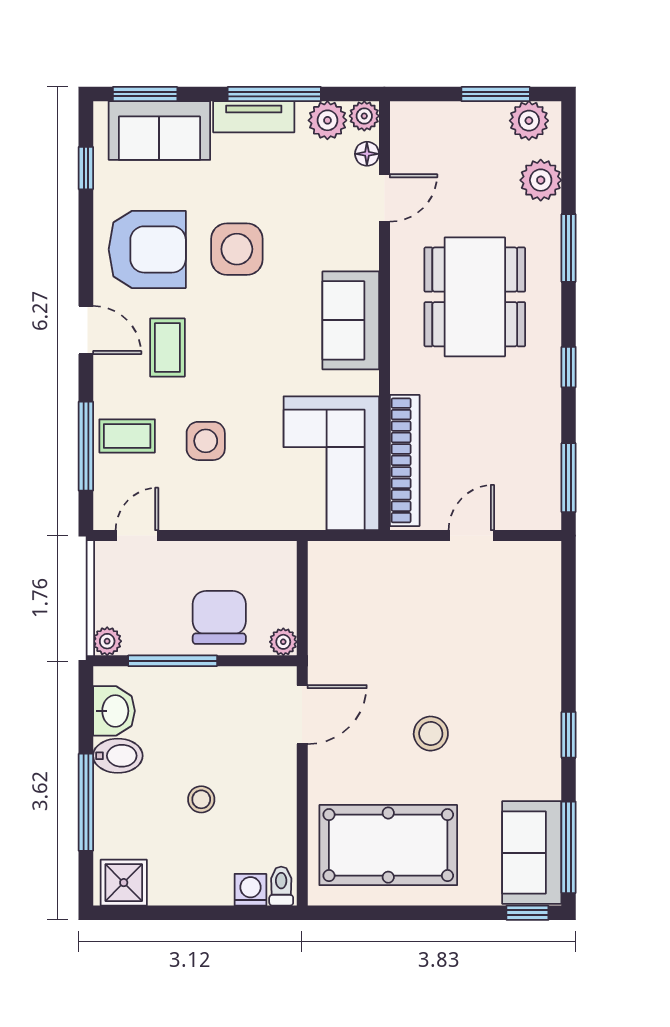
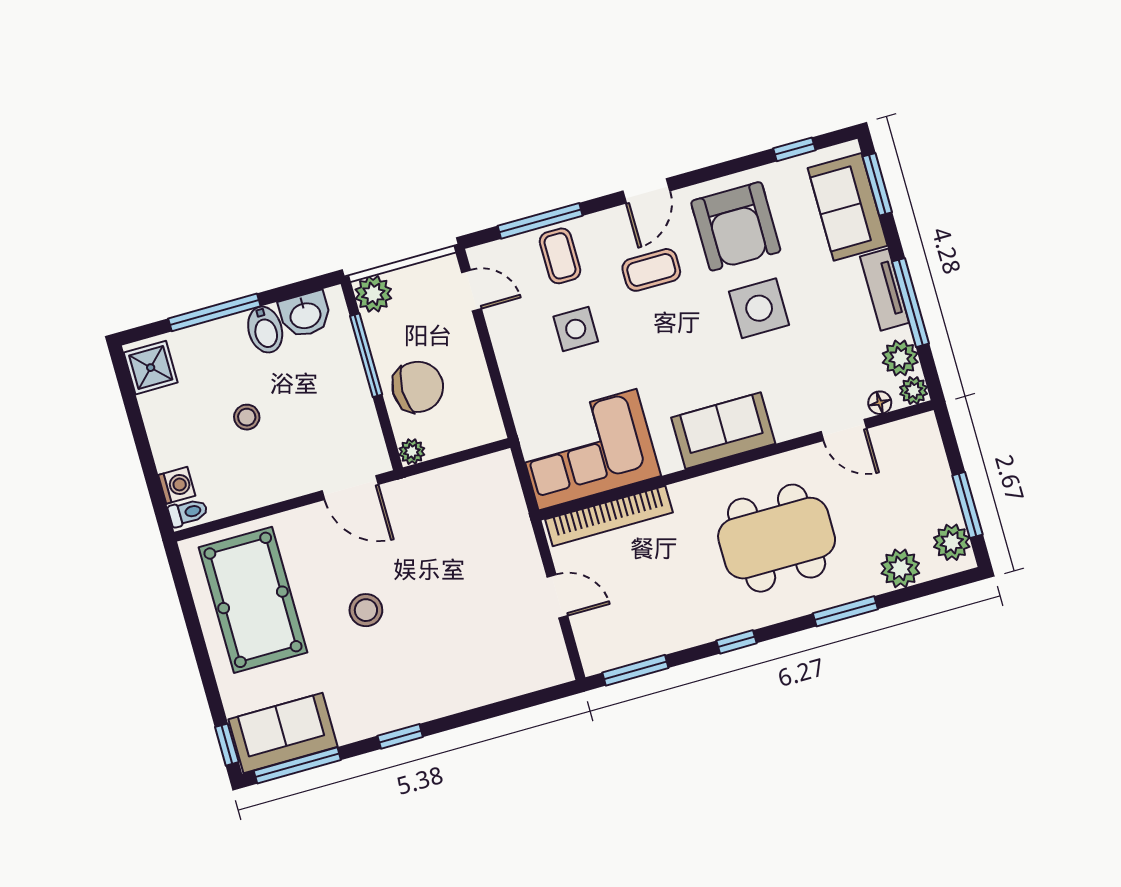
plant: (107, 641) -> (373, 294), width x1.38, depth x1.38

